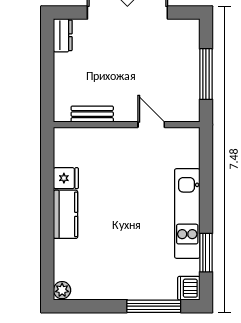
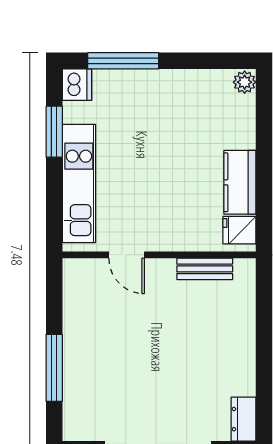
bench: (92, 114) -> (205, 269), moved
wall: (127, 125) -> (159, 255), moved
door: (151, 125) -> (127, 255), moved

